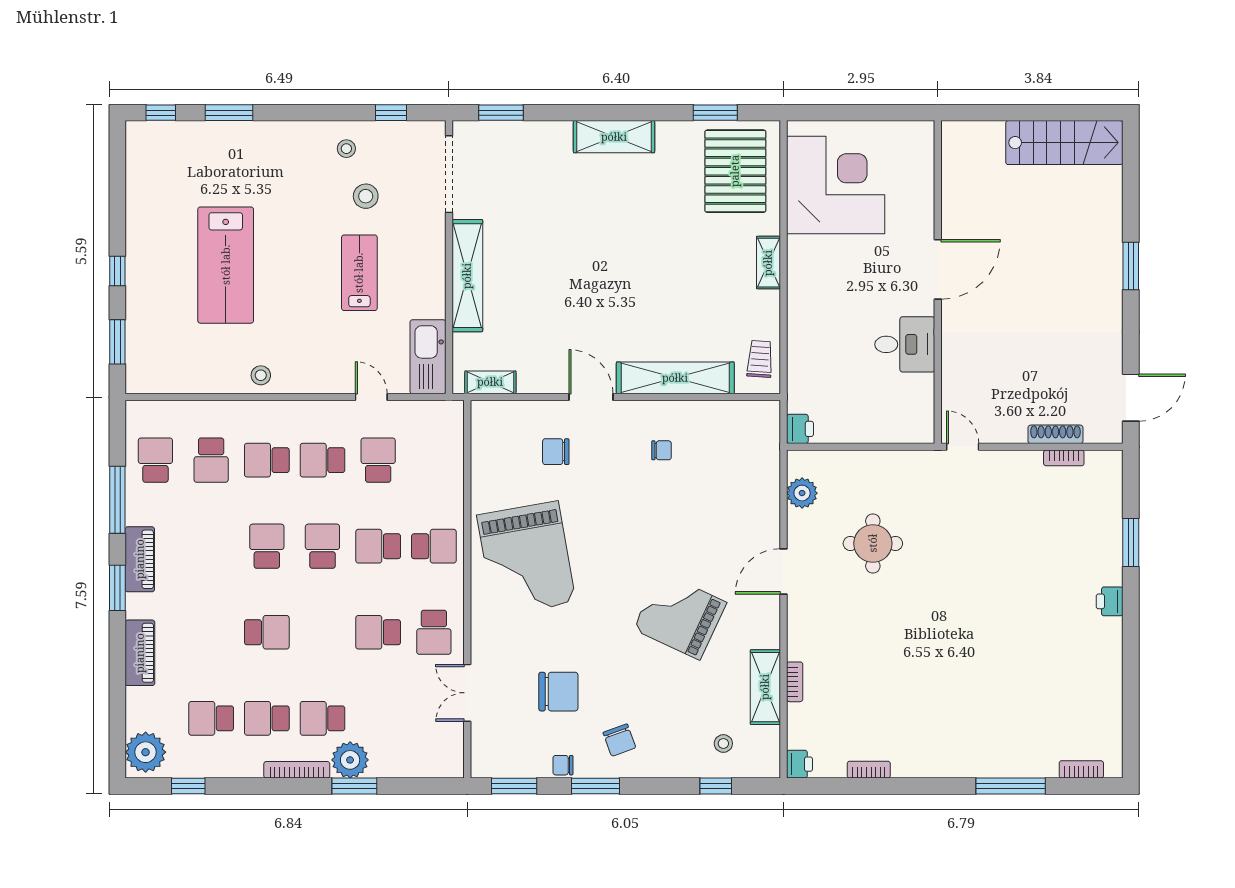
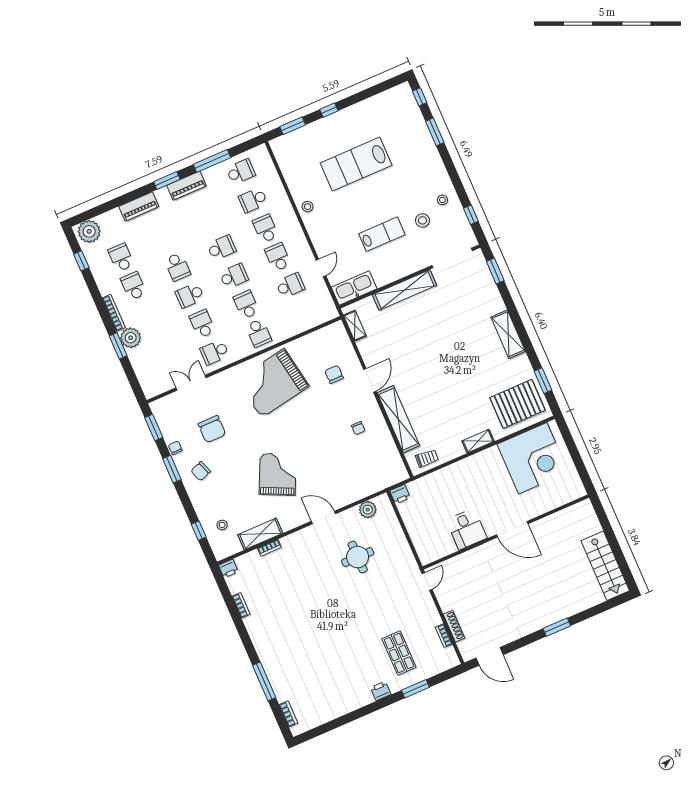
shop shelf: (1060, 544) -> (399, 653), added
school desk: (322, 718) -> (190, 295), moved, turned -90

